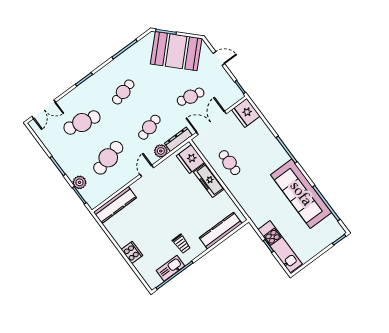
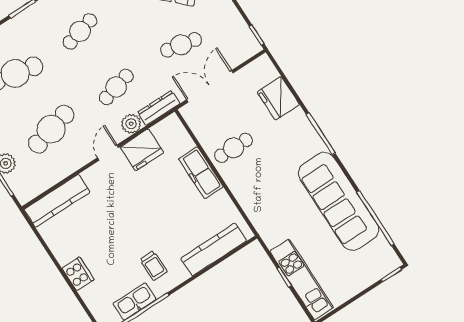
fridge: (246, 113) -> (278, 98), moved
fridge: (190, 159) -> (142, 150), moved, turned -90
cafe table: (230, 163) -> (234, 148), turned 90

